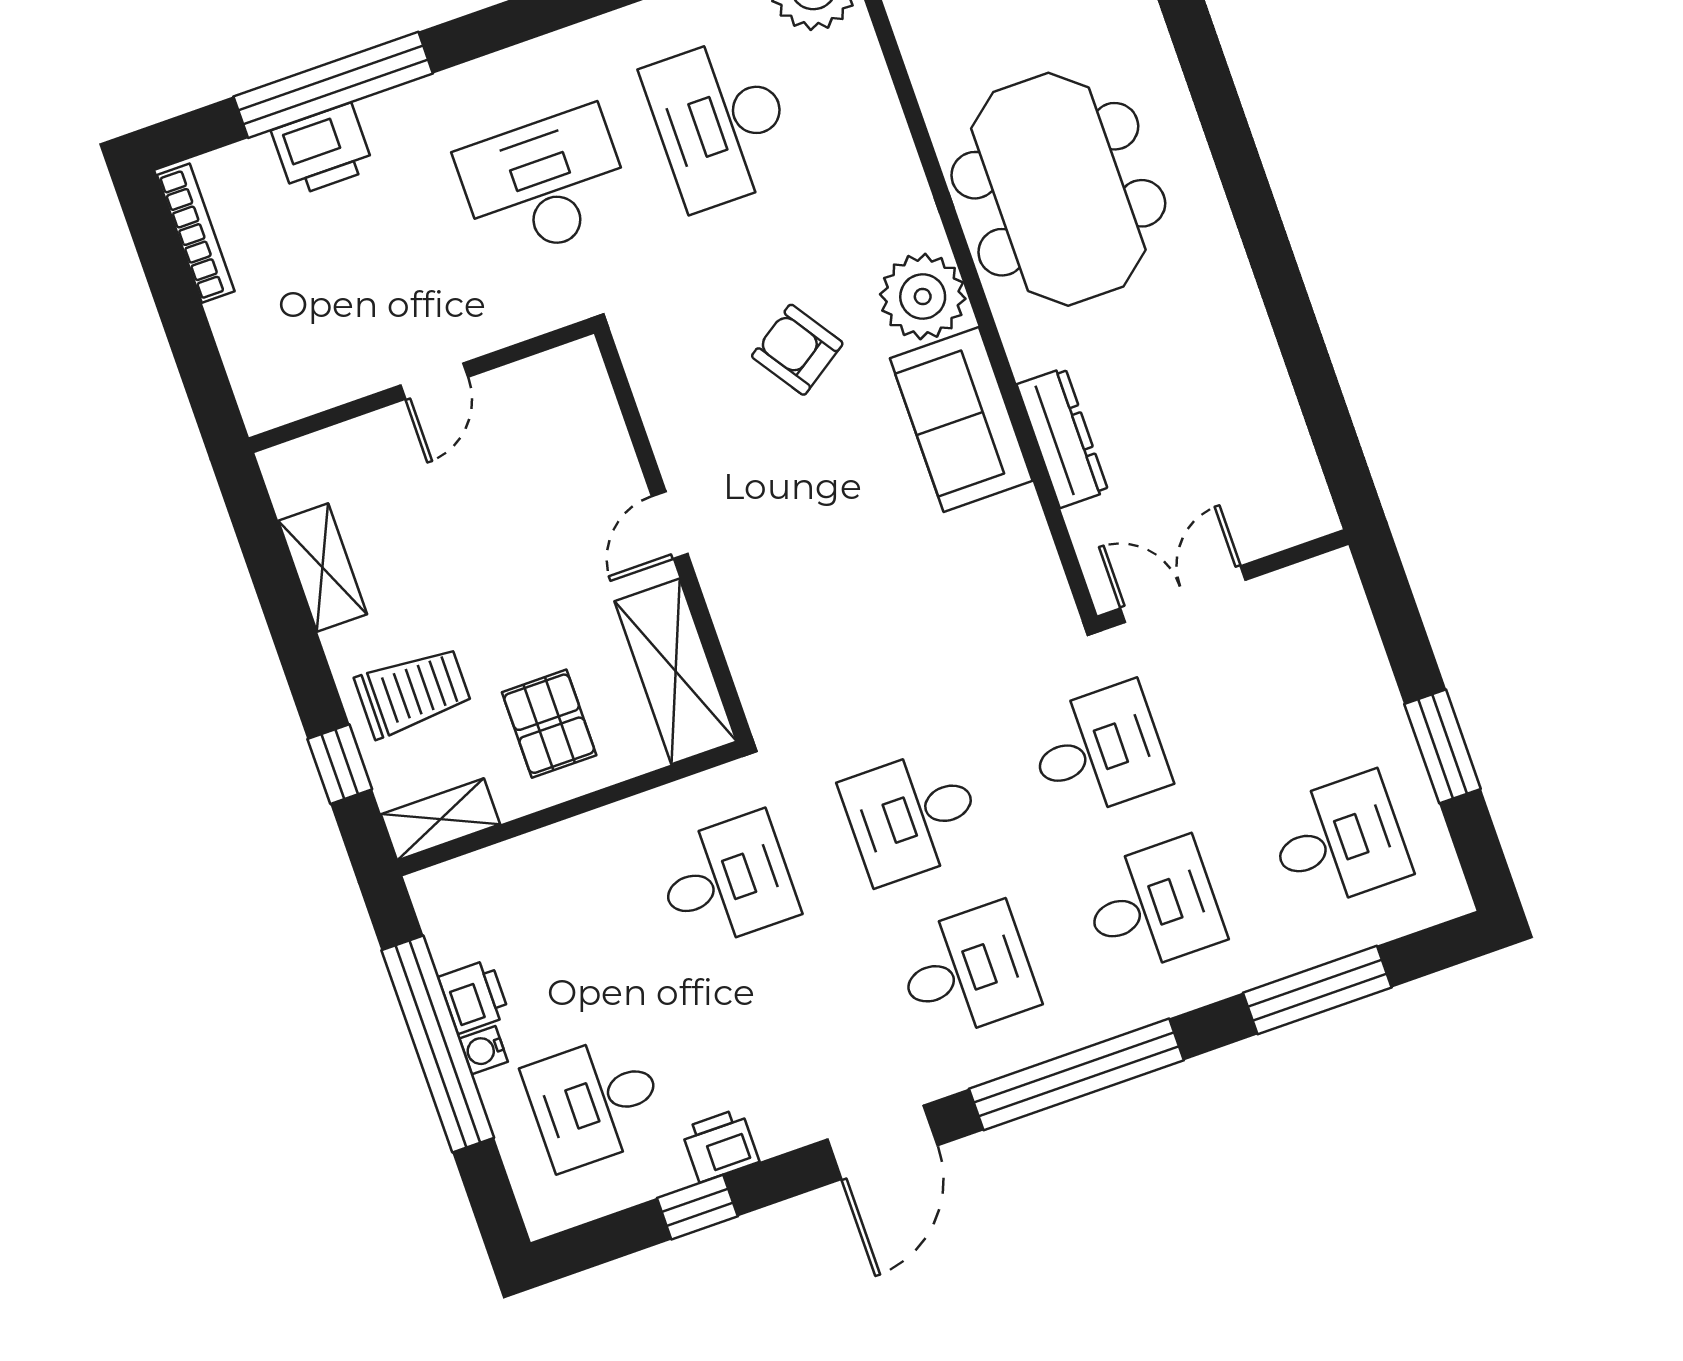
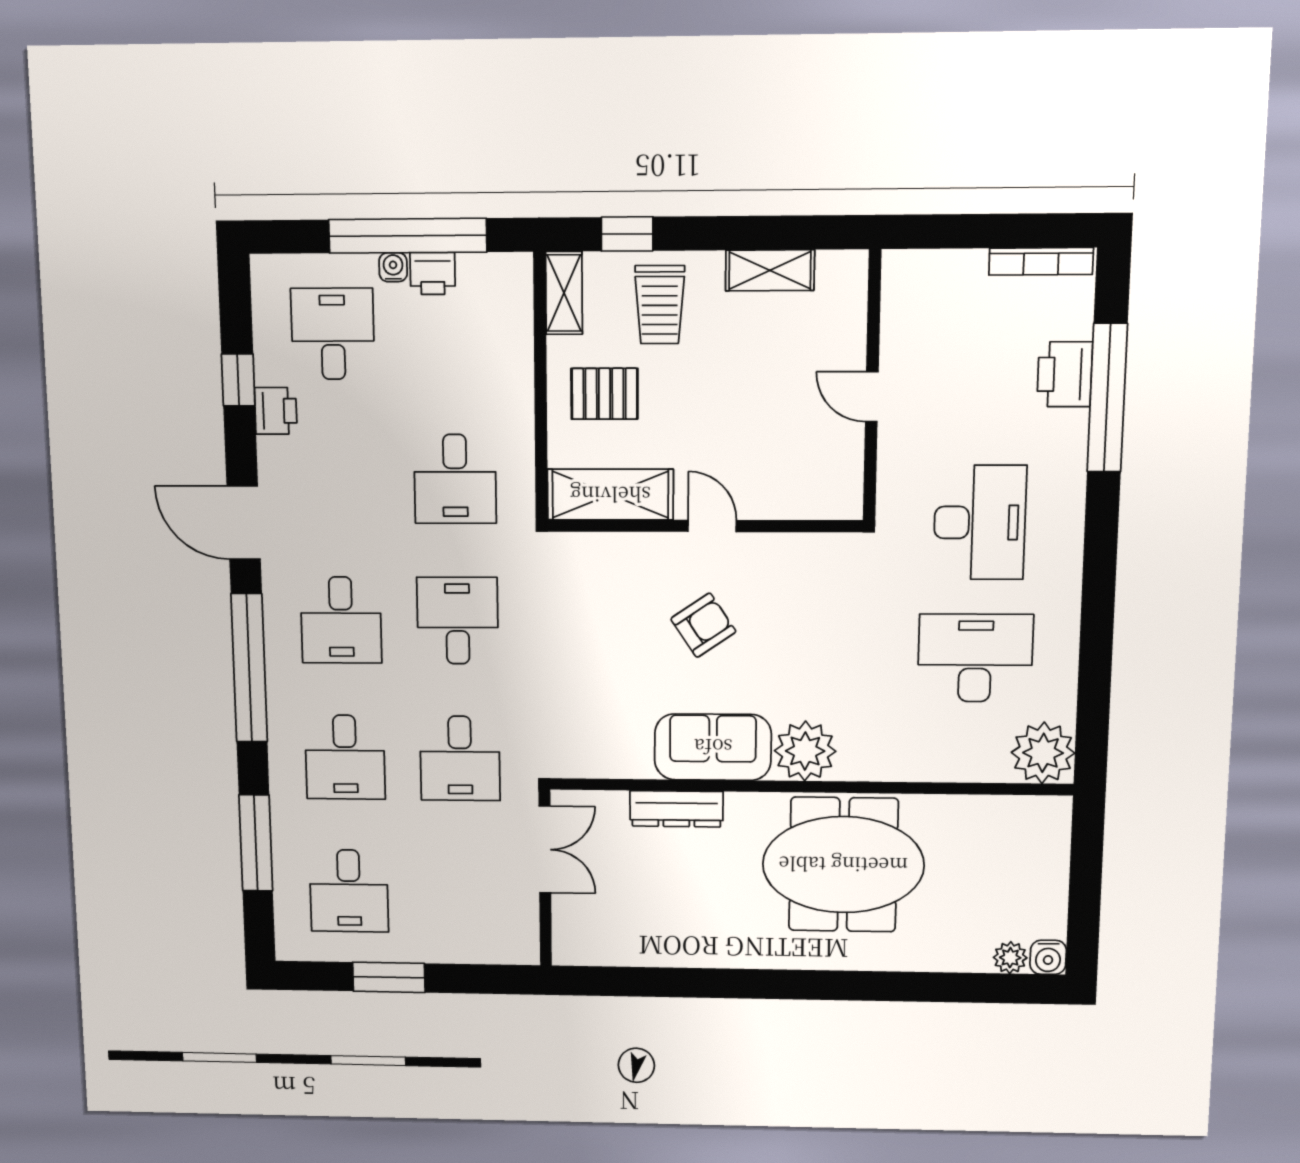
armchair: (797, 350) -> (703, 625), moved

